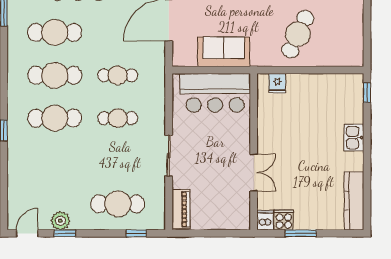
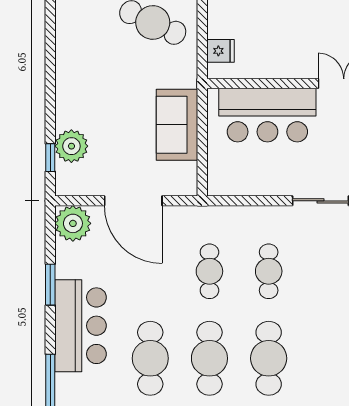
bar counter: (215, 93) -> (267, 115), moved, turned 90

